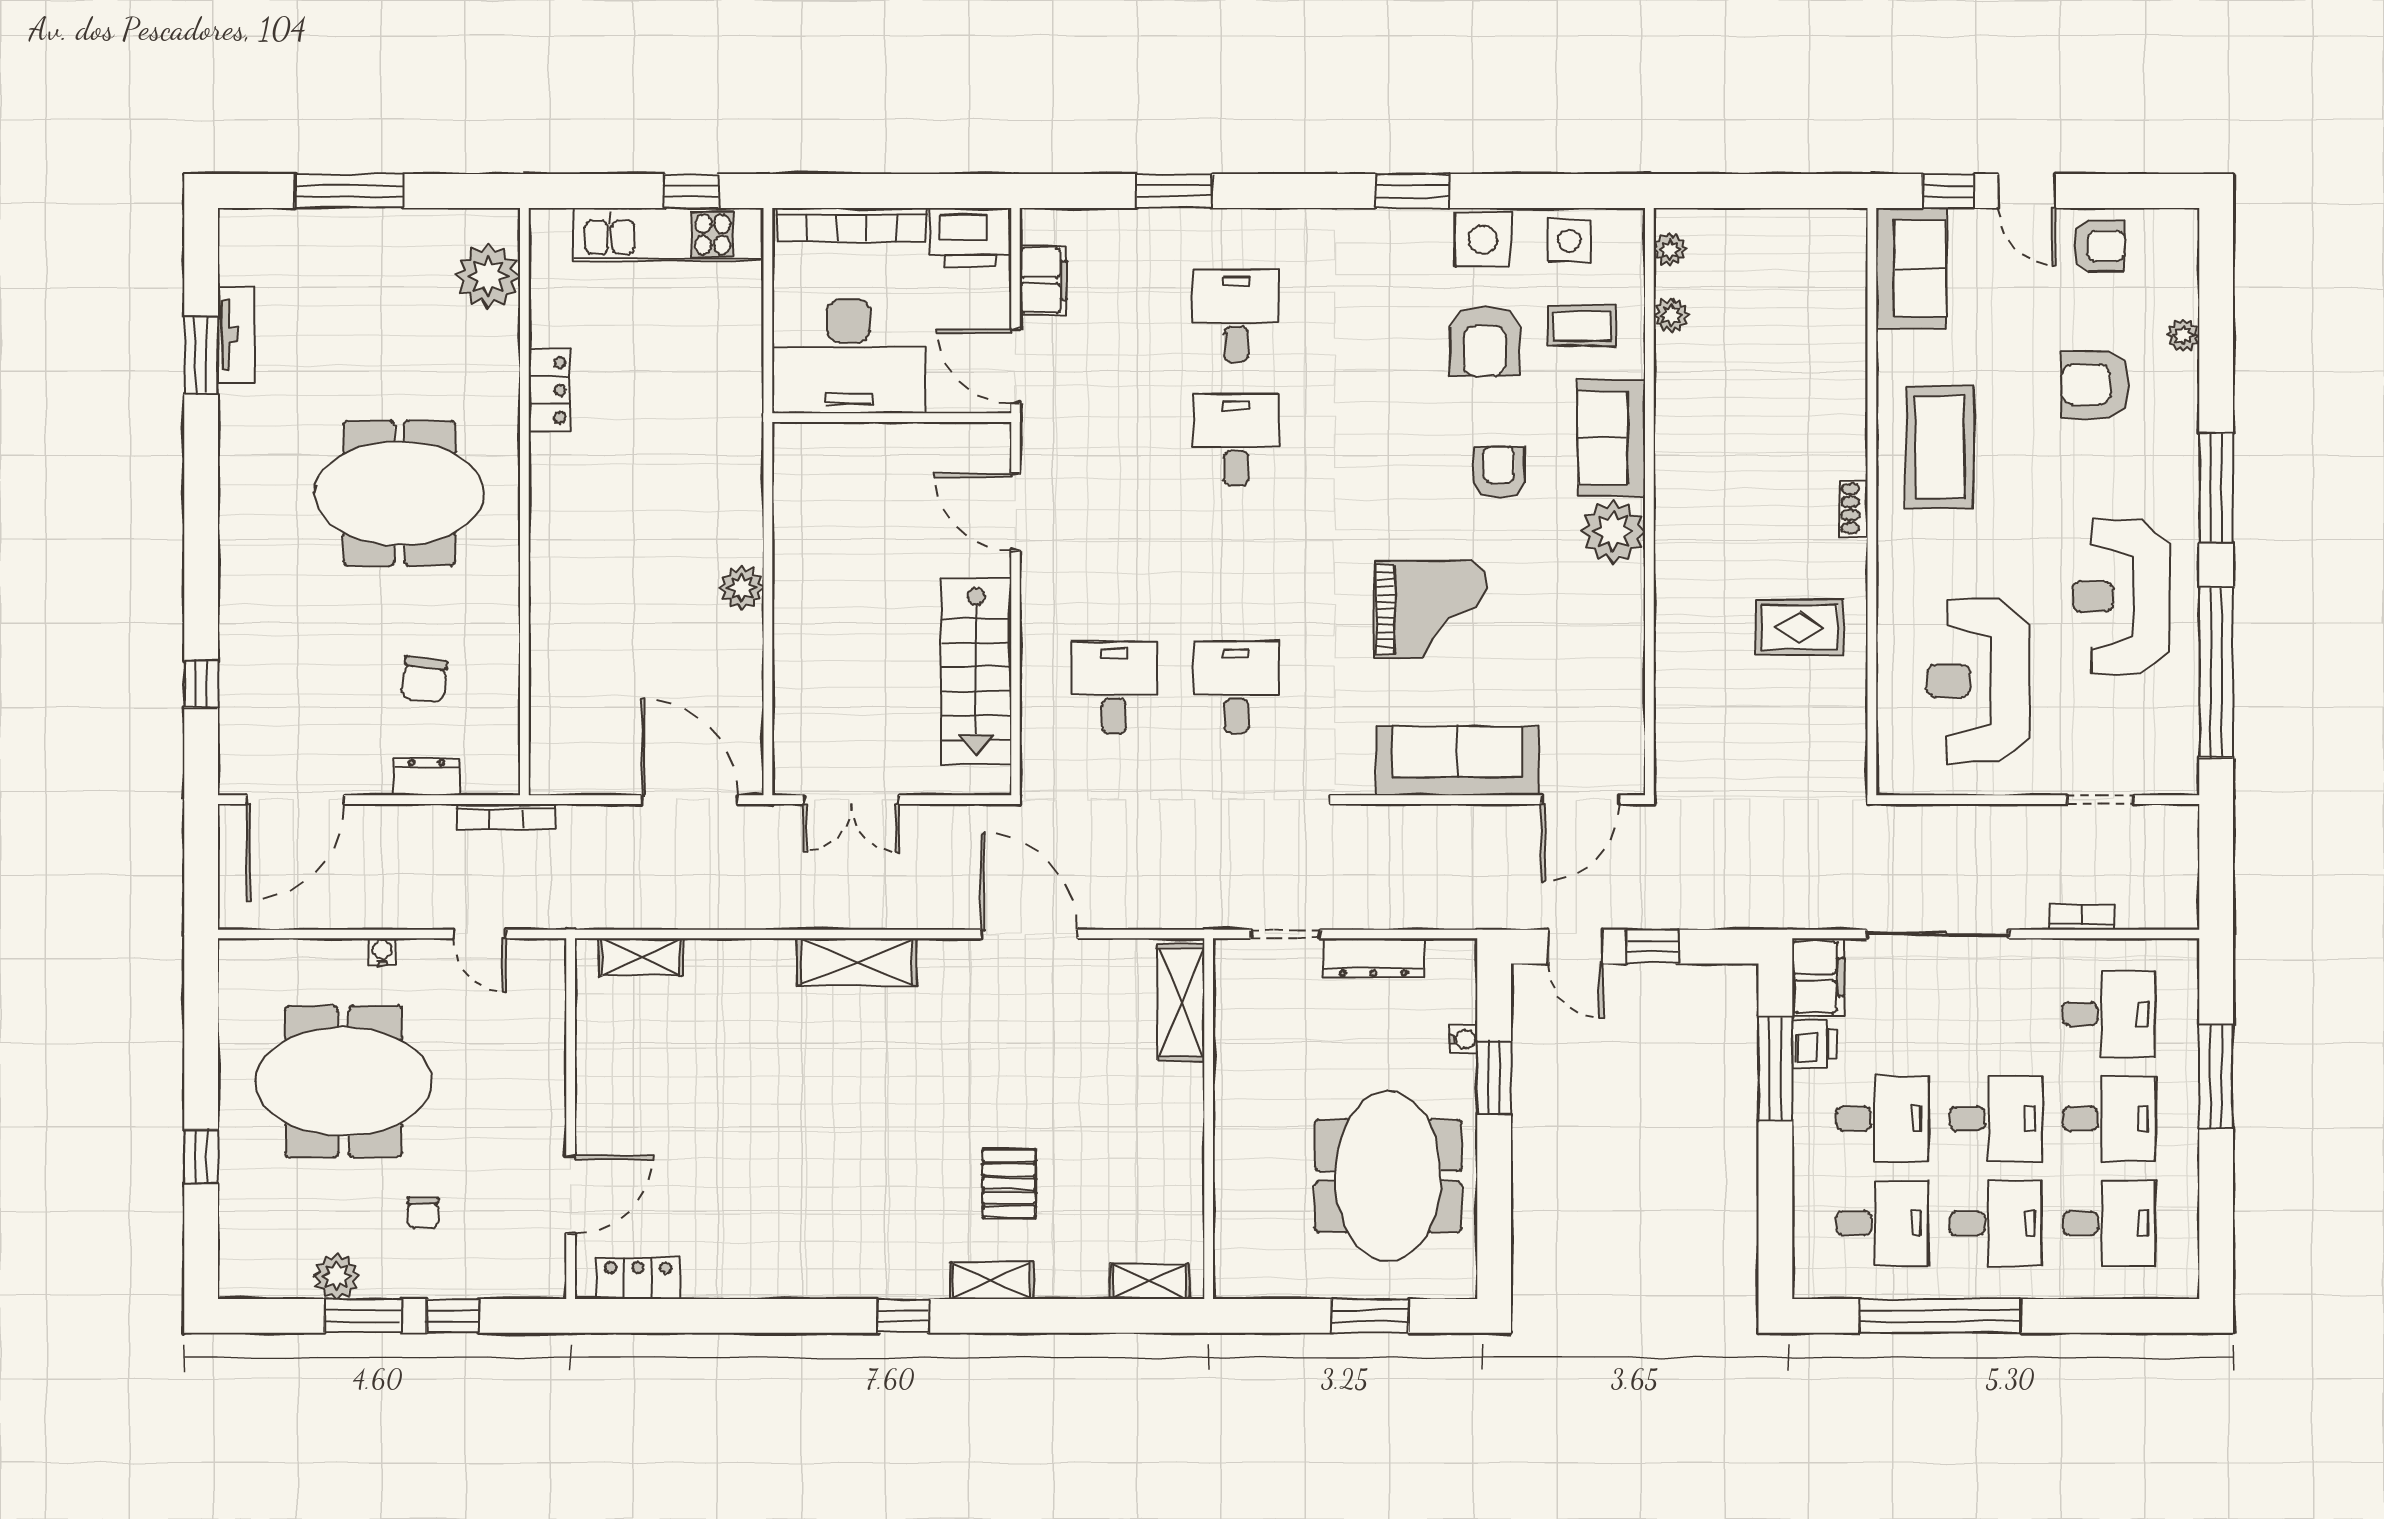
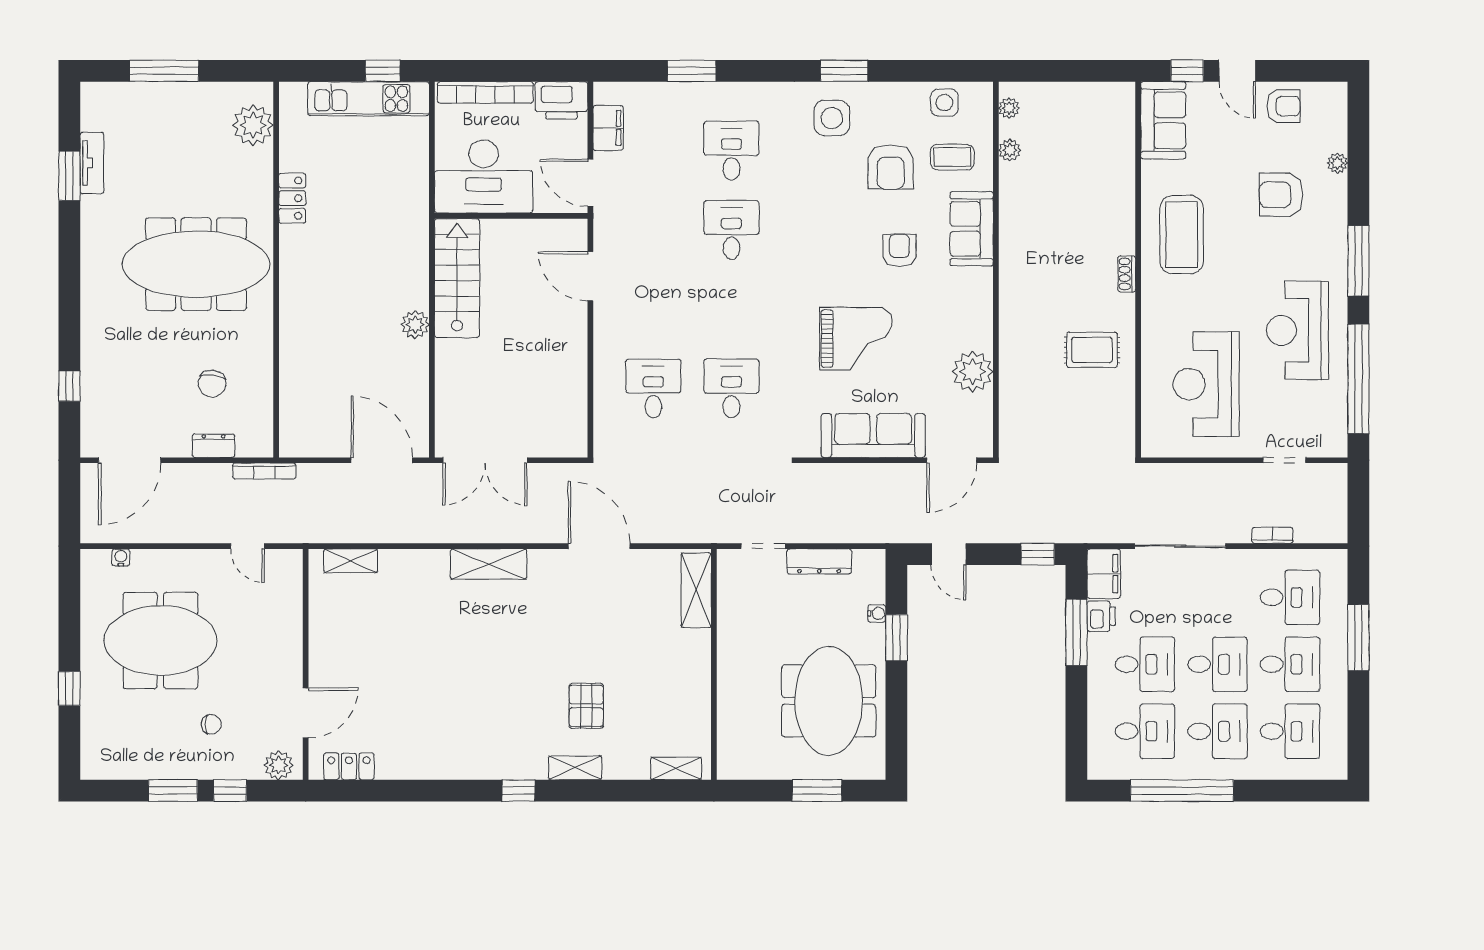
side table: (1483, 240) -> (832, 118), moved
meeting table: (399, 493) -> (196, 264), width x1.36
plant: (1613, 532) -> (973, 372), moved
stairs: (976, 671) -> (457, 278), moved, turned 180
double door: (851, 800) -> (485, 460), width x1.37
window: (1652, 947) -> (1038, 554), moved
water cooler: (382, 952) -> (121, 557), moved
chair: (423, 1213) -> (211, 724), turned -90
plant: (337, 1276) -> (279, 765), moved

